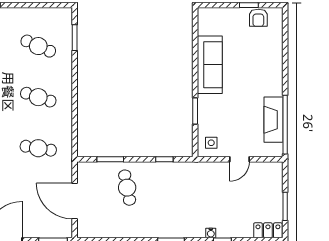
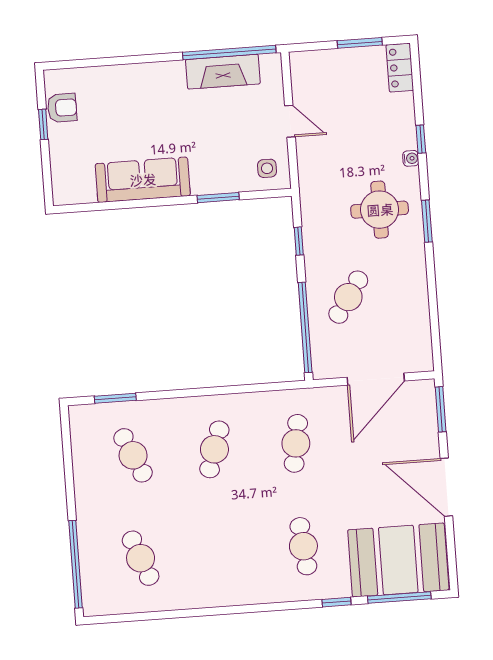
cafe table: (38, 46) -> (133, 455), turned -48
window: (110, 159) -> (305, 327), width x2.11
cafe table: (127, 188) -> (348, 297), turned -45
round table: (180, 211) -> (380, 210), added

